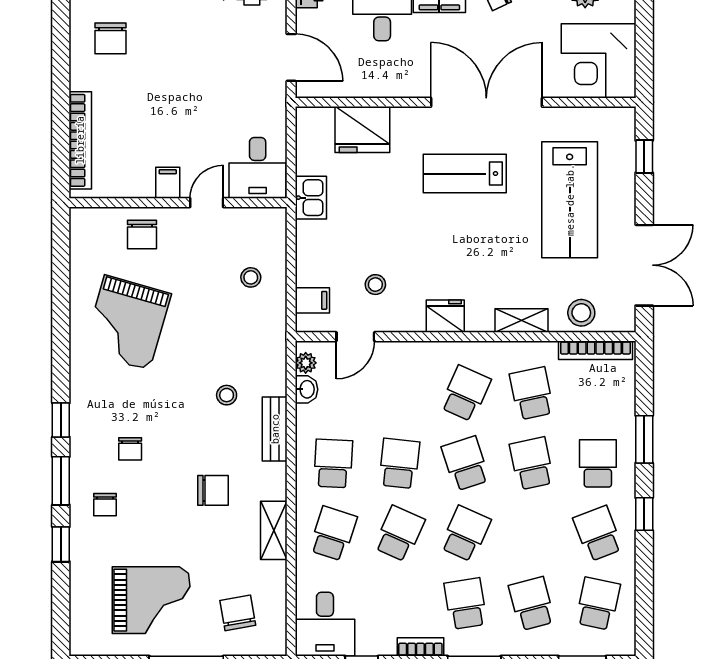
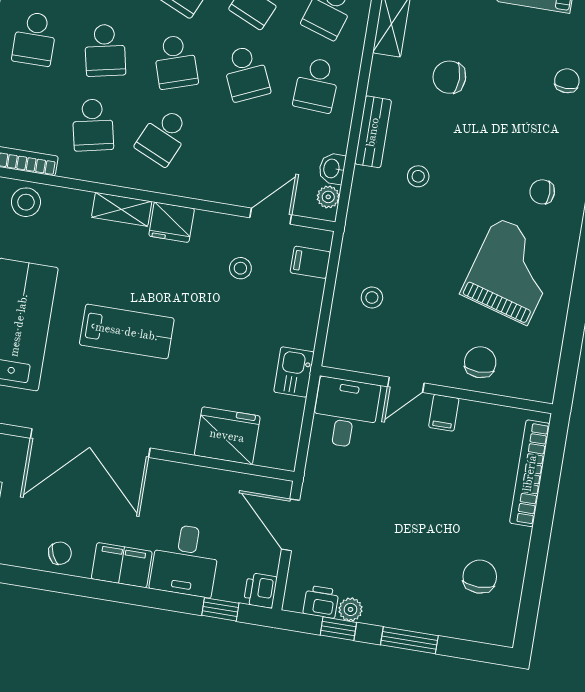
lab bench: (465, 174) -> (127, 332), moved
shelving: (521, 321) -> (122, 209), moved
chair: (130, 449) -> (542, 192), moved, turned -90
school desk: (399, 463) -> (246, 73), turned -30

